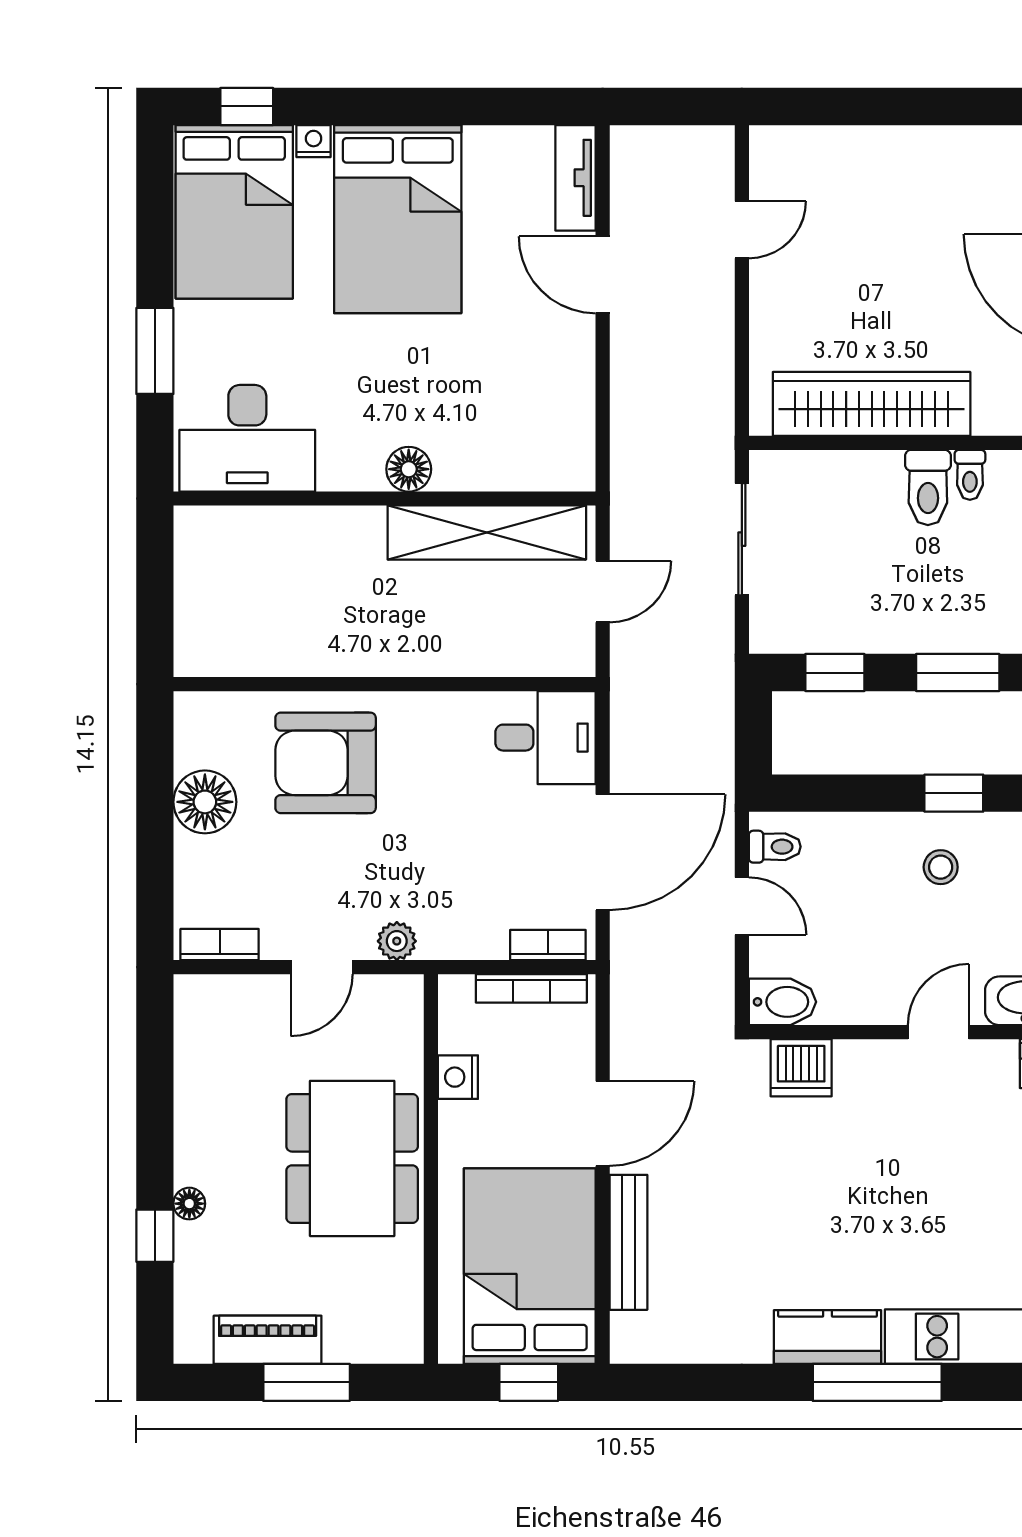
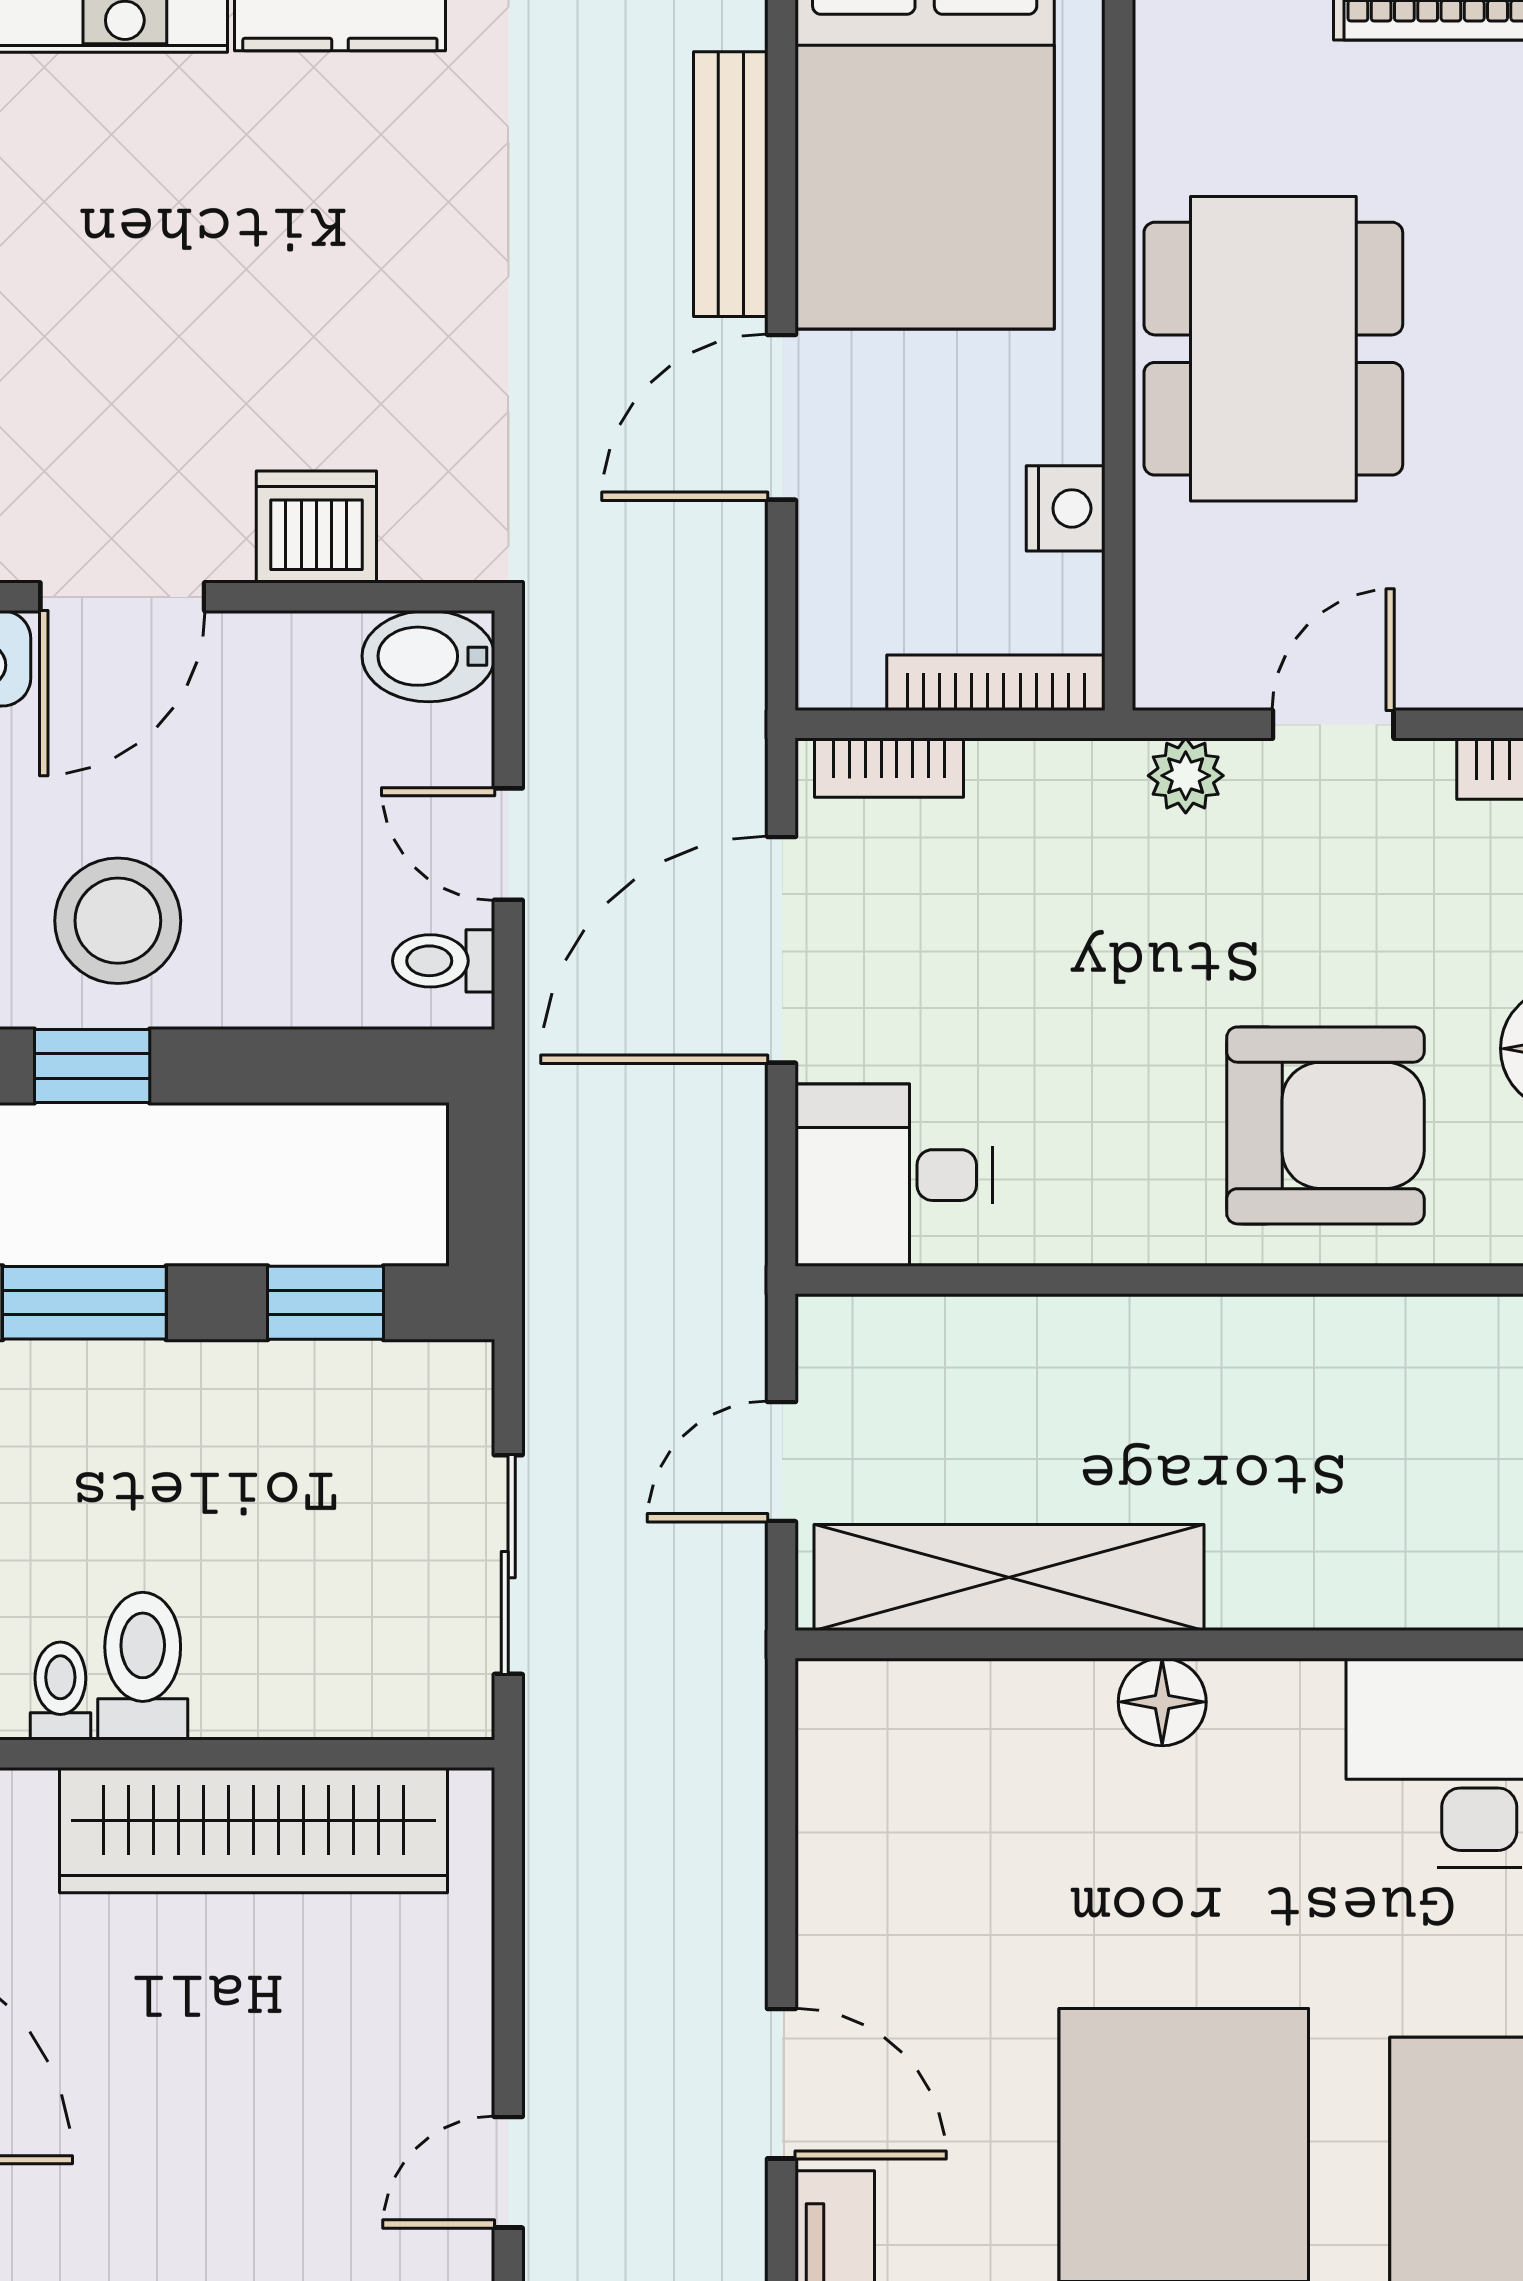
stool: (941, 867) -> (118, 921), width x1.89, depth x1.89
bookcase: (531, 988) -> (996, 683), moved
door: (938, 1032) -> (122, 597), width x1.38
dishwasher: (801, 1068) -> (316, 527), moved

